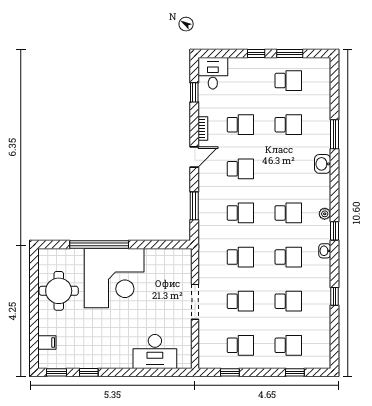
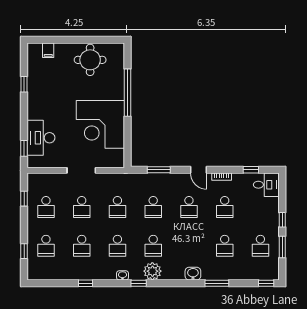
window: (334, 73) -> (266, 283), added
plant: (325, 214) -> (152, 271), width x1.88, depth x1.88
corner desk: (114, 278) -> (100, 124), moved
window: (56, 372) -> (24, 148), moved

